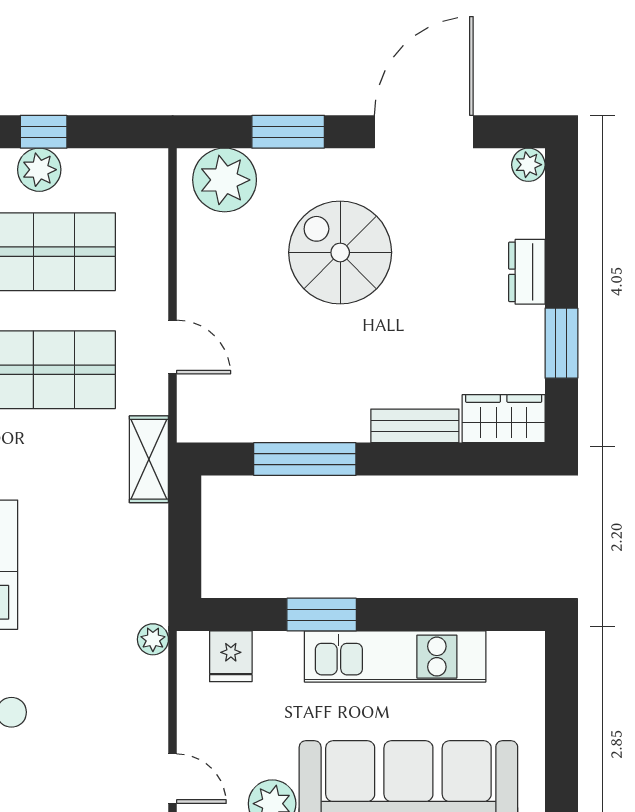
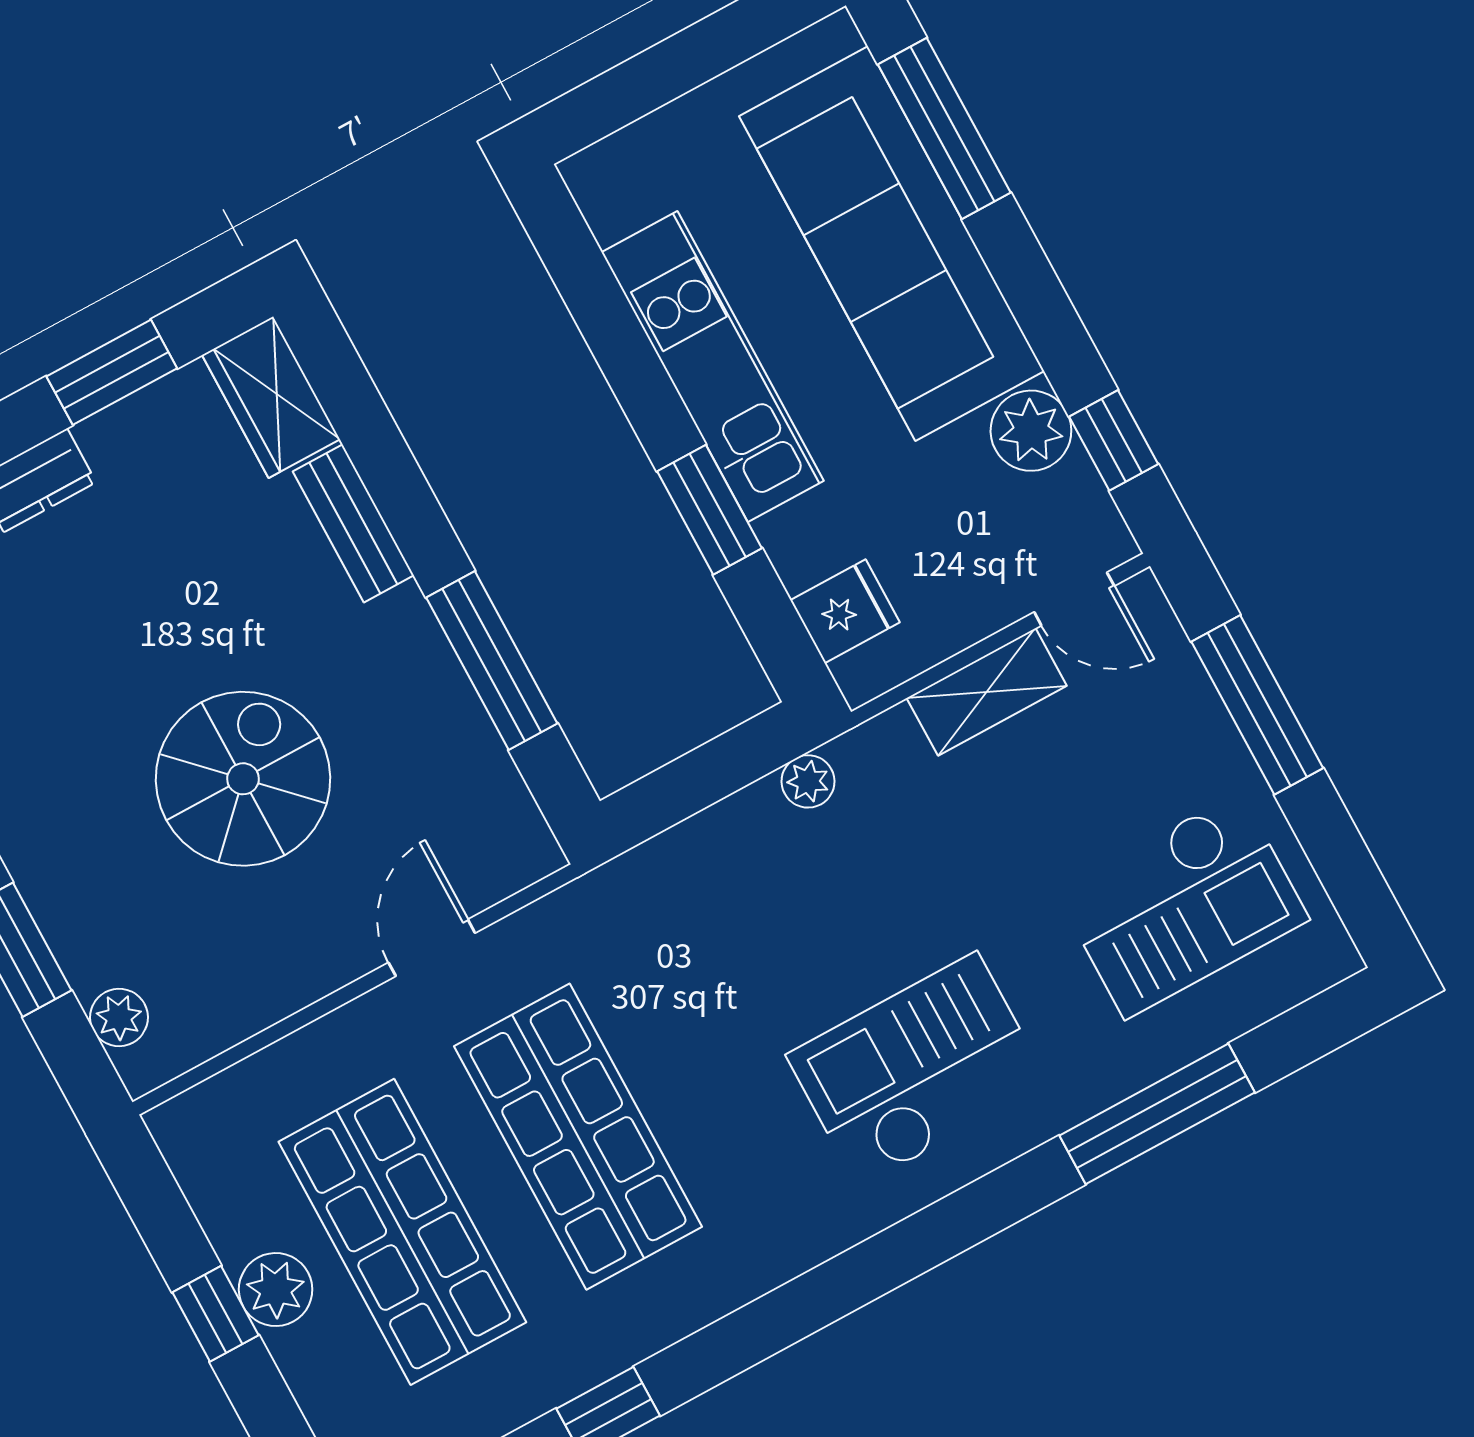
plant: (225, 180) -> (119, 1017), width x0.53, depth x0.53
spiral stairs: (340, 252) -> (243, 779), moved, turned 180
shelving: (149, 459) -> (987, 692), moved
plant: (153, 639) -> (808, 781), moved
door: (173, 779) -> (1074, 599), swing flipped

